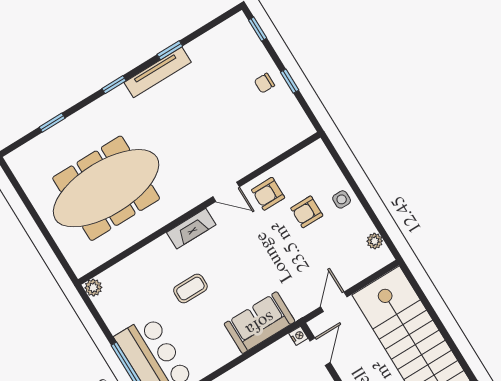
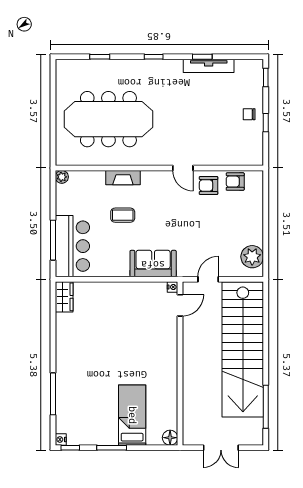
tv unit: (158, 72) -> (209, 66), moved
side table: (342, 199) -> (253, 218), removed
armchair: (307, 212) -> (235, 182), moved
fireplace: (191, 229) -> (123, 178), moved
plant: (375, 241) -> (252, 257), width x1.87, depth x1.87

